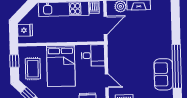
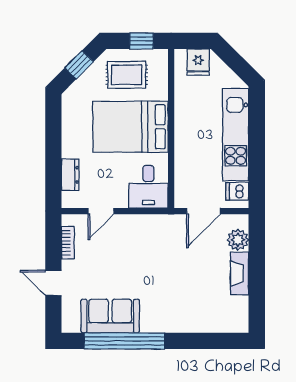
door: (105, 25) -> (204, 211), hinge flipped

